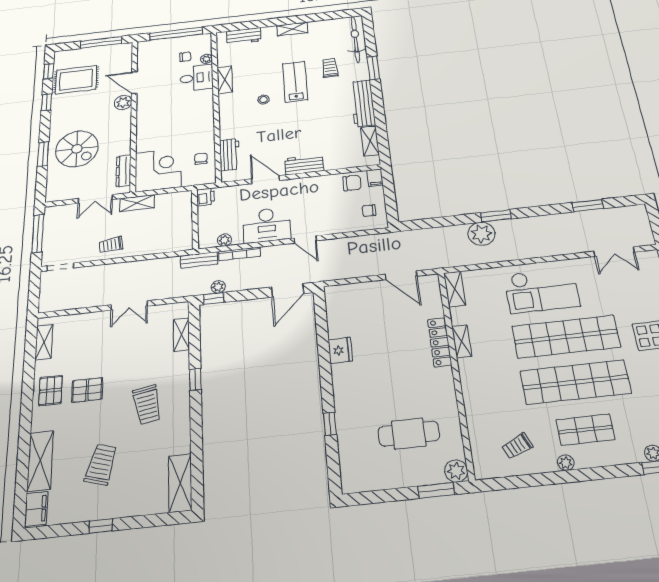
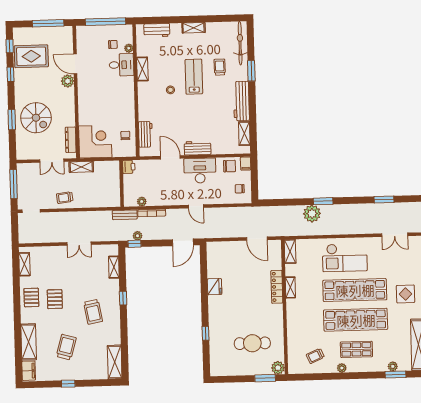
desk: (267, 225) -> (200, 171), moved, turned 180
pallet: (87, 390) -> (55, 299), turned 90

